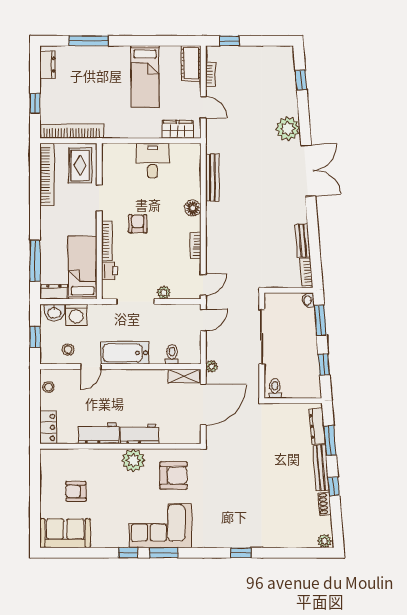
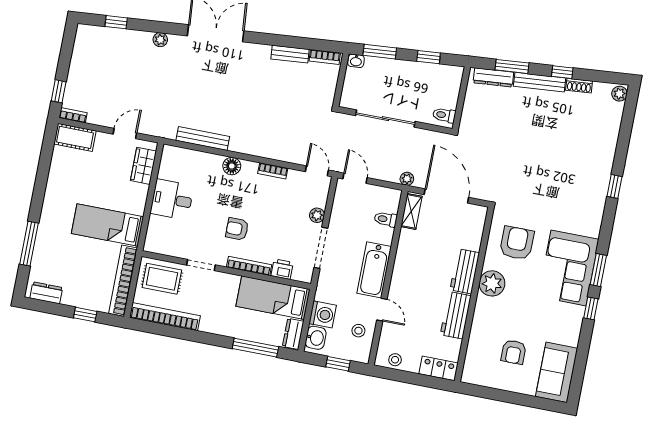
bookcase: (211, 74) -> (73, 115), moved
bed: (145, 76) -> (108, 225), moved, turned 180
plant: (288, 129) -> (160, 40), width x0.53, depth x0.53

